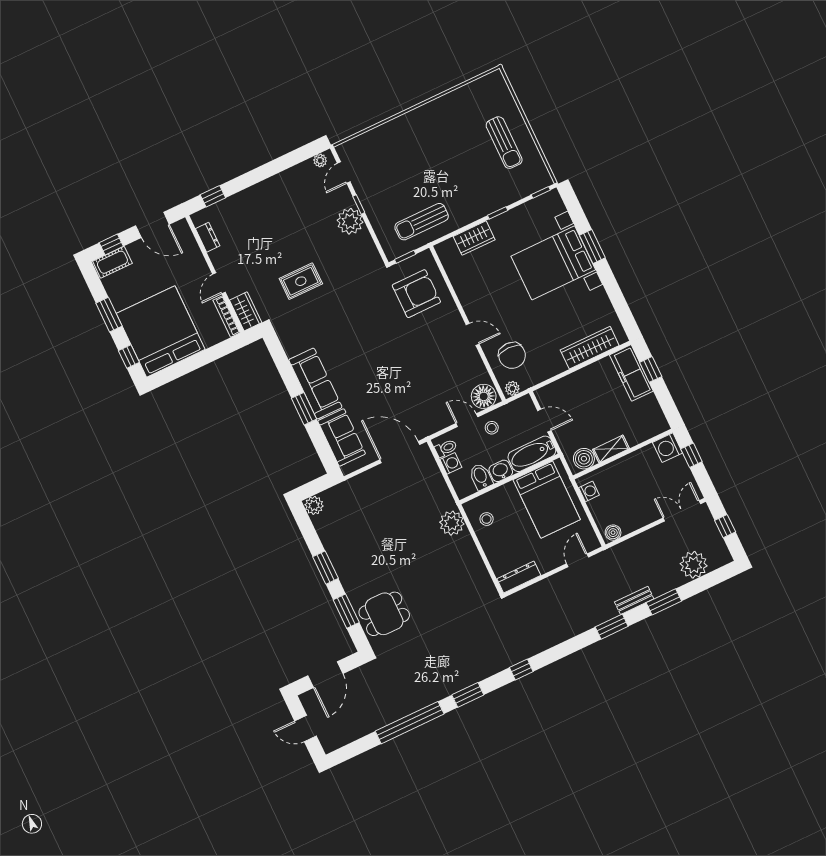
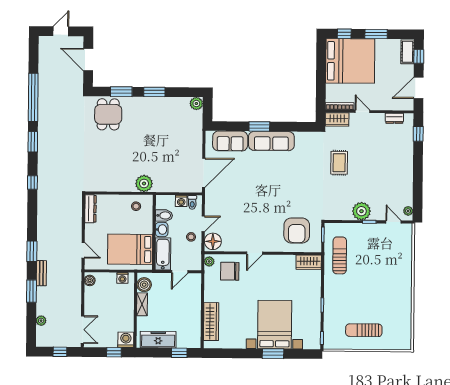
wardrobe: (474, 238) -> (309, 262), moved, turned -90
freezer: (631, 373) -> (158, 340), moved
plant: (694, 565) -> (41, 321), width x0.53, depth x0.53

